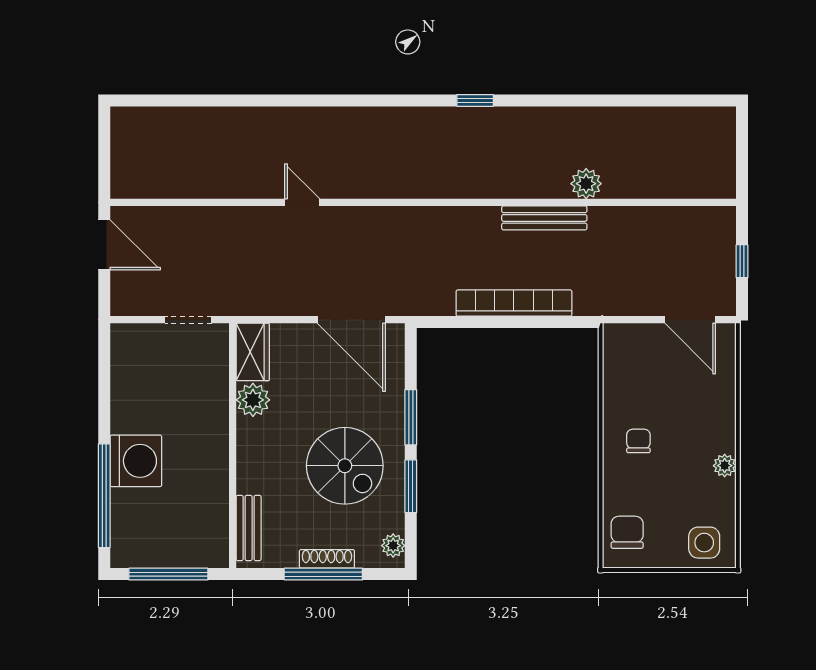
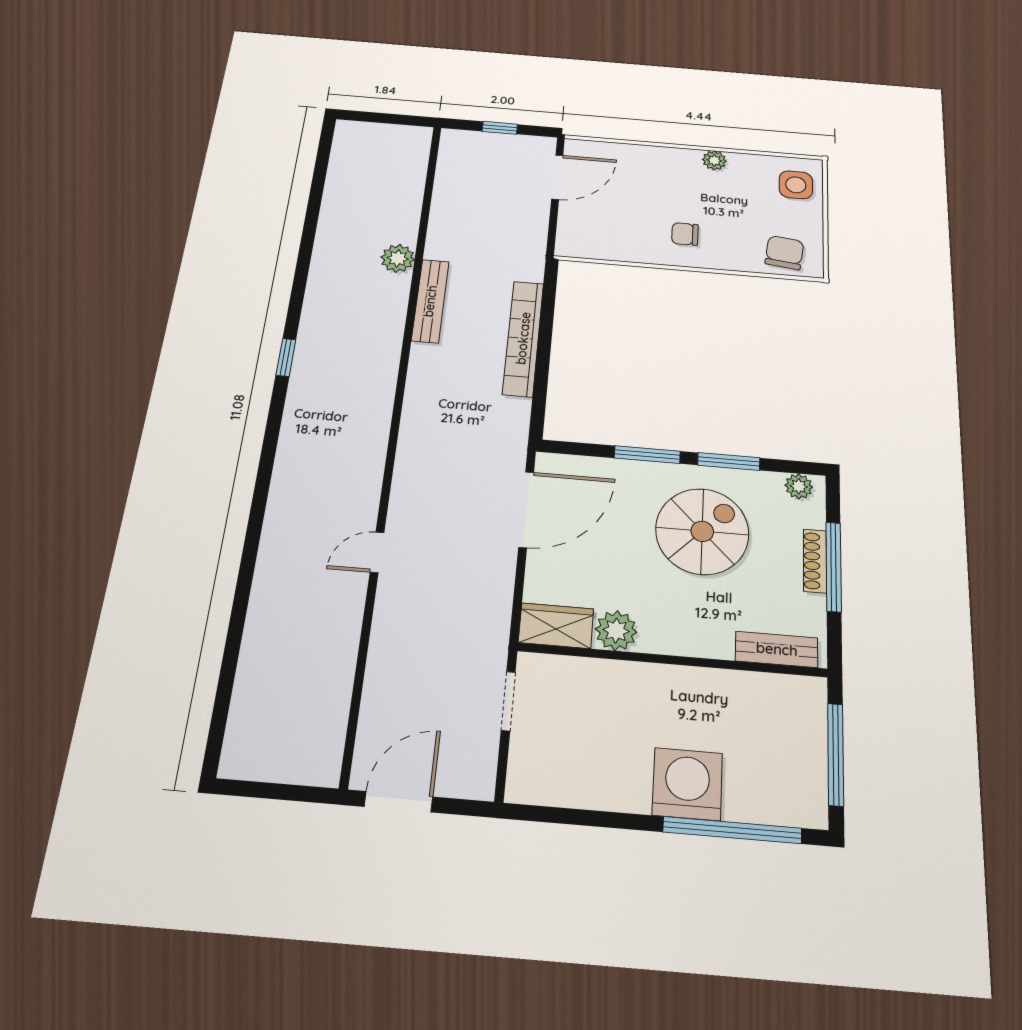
chair: (627, 532) -> (784, 253), turned 97

